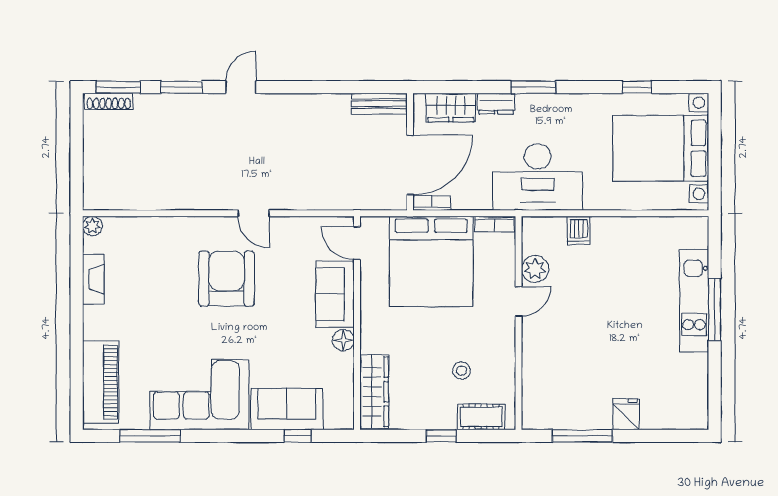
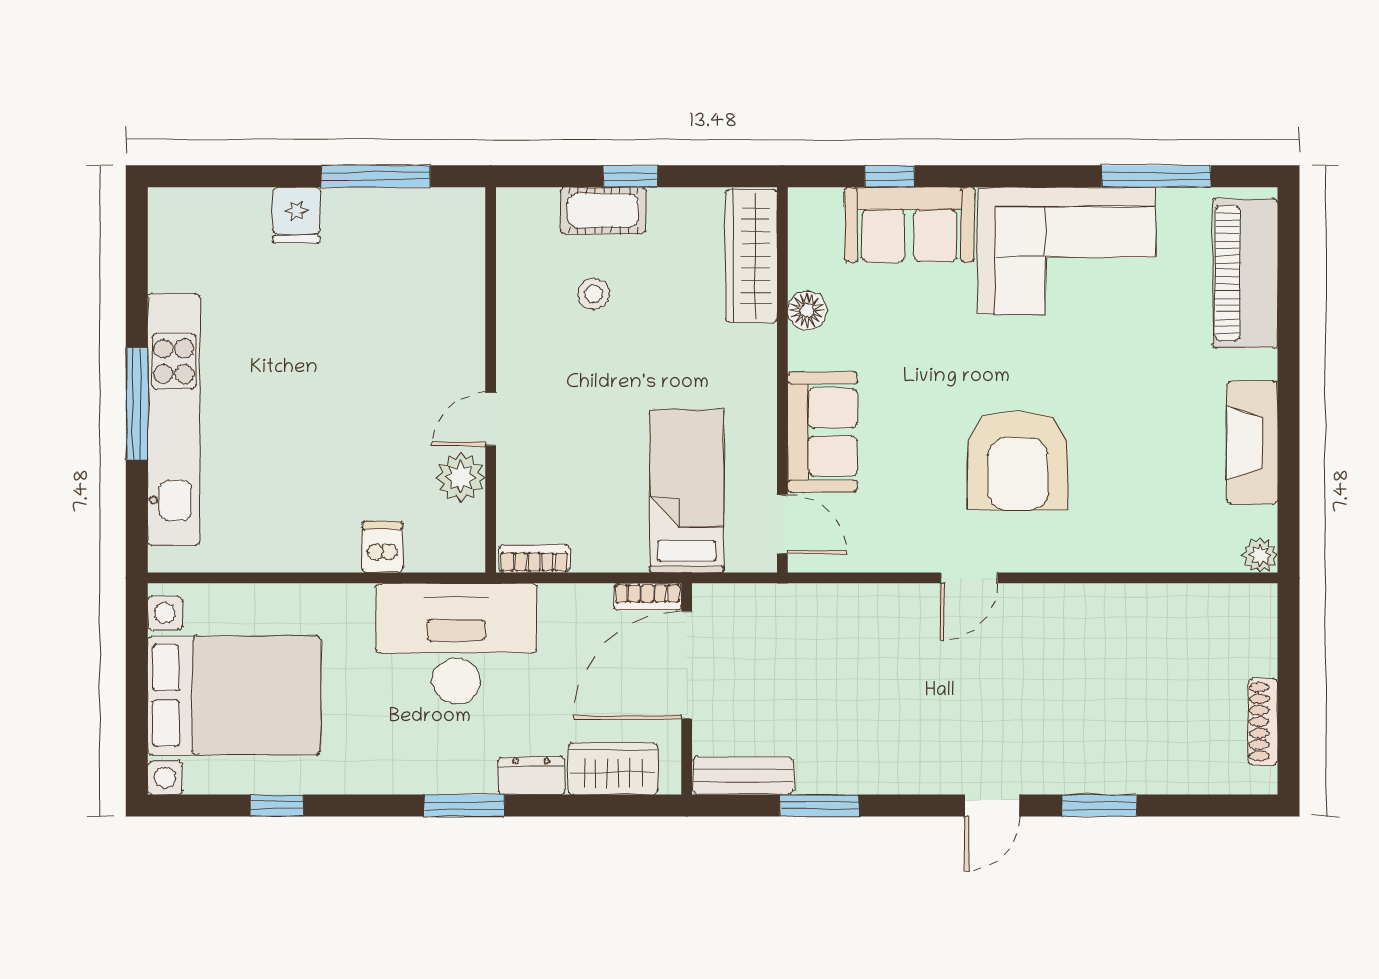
window: (118, 87) -> (819, 806), moved
shoe rack: (109, 101) -> (1263, 722), moved, turned -90
door: (254, 213) -> (969, 578), swing flipped
bed: (431, 261) -> (687, 491), width x0.49
fireplace: (93, 279) -> (1252, 442), width x1.37, depth x1.32
kitchen unit: (694, 301) -> (174, 419), width x1.36
floor lamp: (343, 340) -> (807, 310), moved
cot: (481, 417) -> (603, 210), moved

